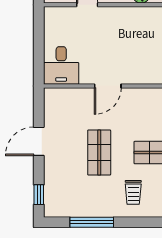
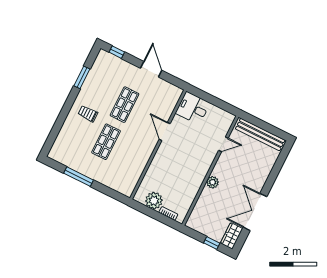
shop shelf: (99, 153) -> (125, 105), turned 90
window: (92, 222) -> (82, 77), width x0.69

